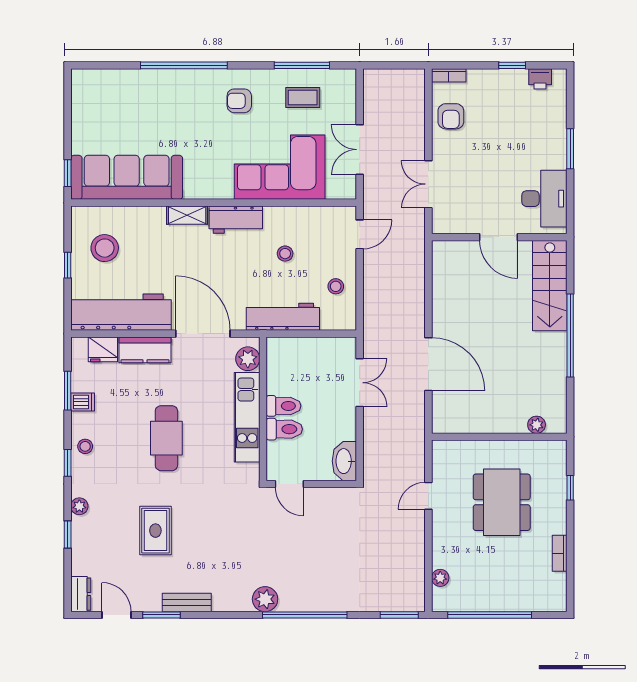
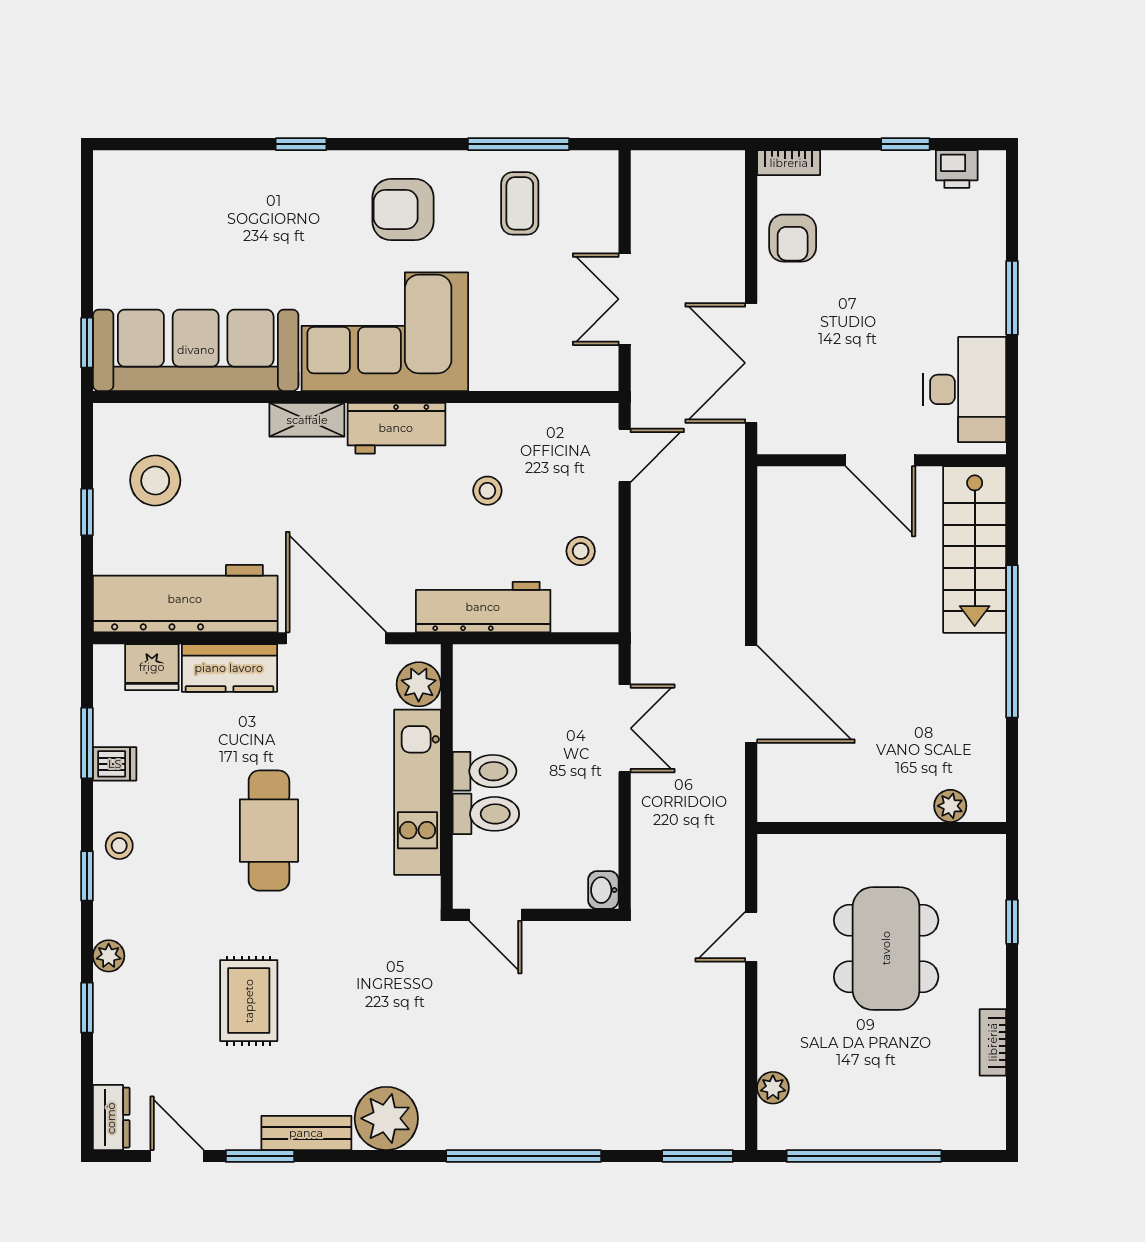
window: (184, 65) -> (301, 144), width x0.32
coffee table: (303, 98) -> (520, 203), turned 90
armchair: (239, 101) -> (403, 209), width x1.38, depth x1.38
corner sofa: (280, 167) -> (385, 332), moved
double door: (428, 184) -> (751, 363), width x1.37
washbasin: (344, 461) -> (603, 890), width x0.52, depth x0.69
plant: (265, 599) -> (386, 1118), moved, width x1.36, depth x1.36

